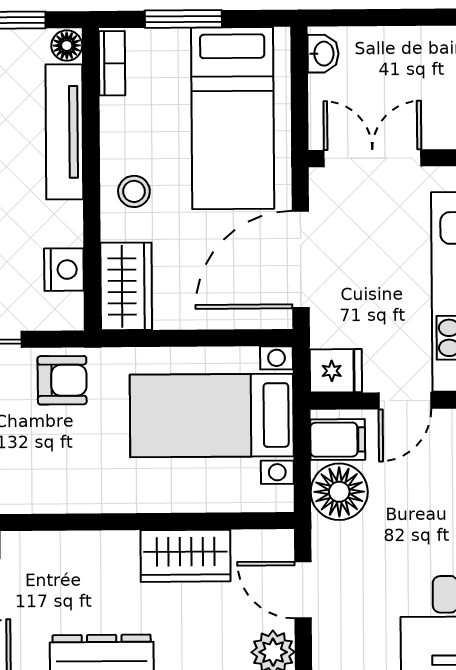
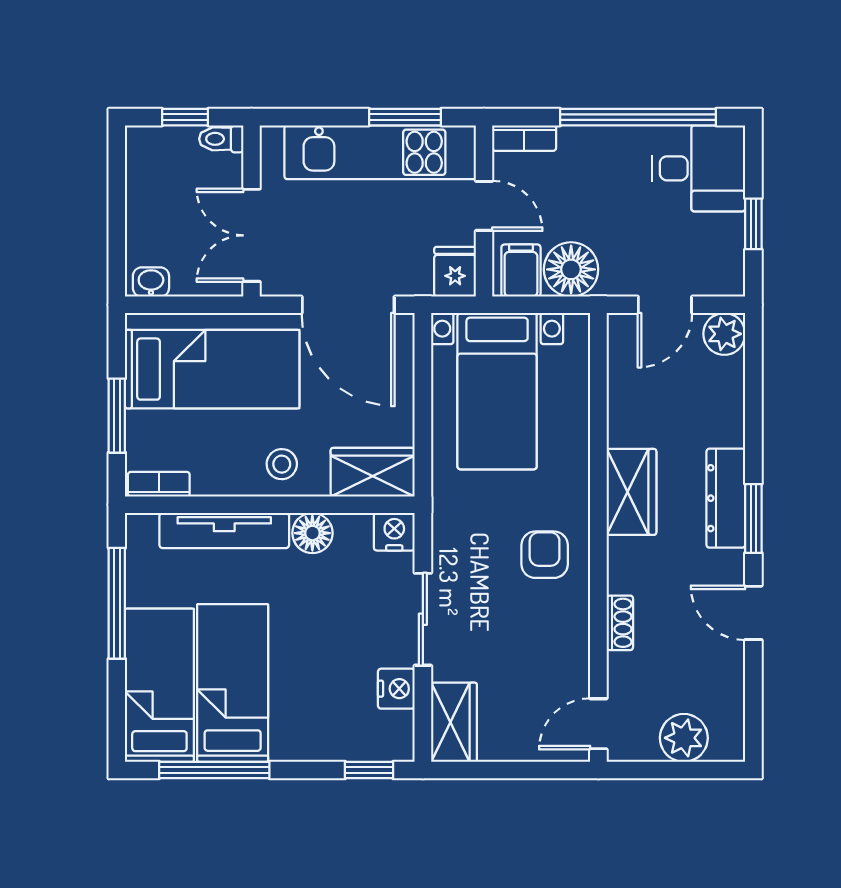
floor lamp: (67, 46) -> (312, 533), moved, width x1.37, depth x1.37
nightstand: (64, 270) -> (394, 532), moved
armchair: (62, 380) -> (545, 555), moved
wardrobe: (185, 556) -> (631, 492), moved

